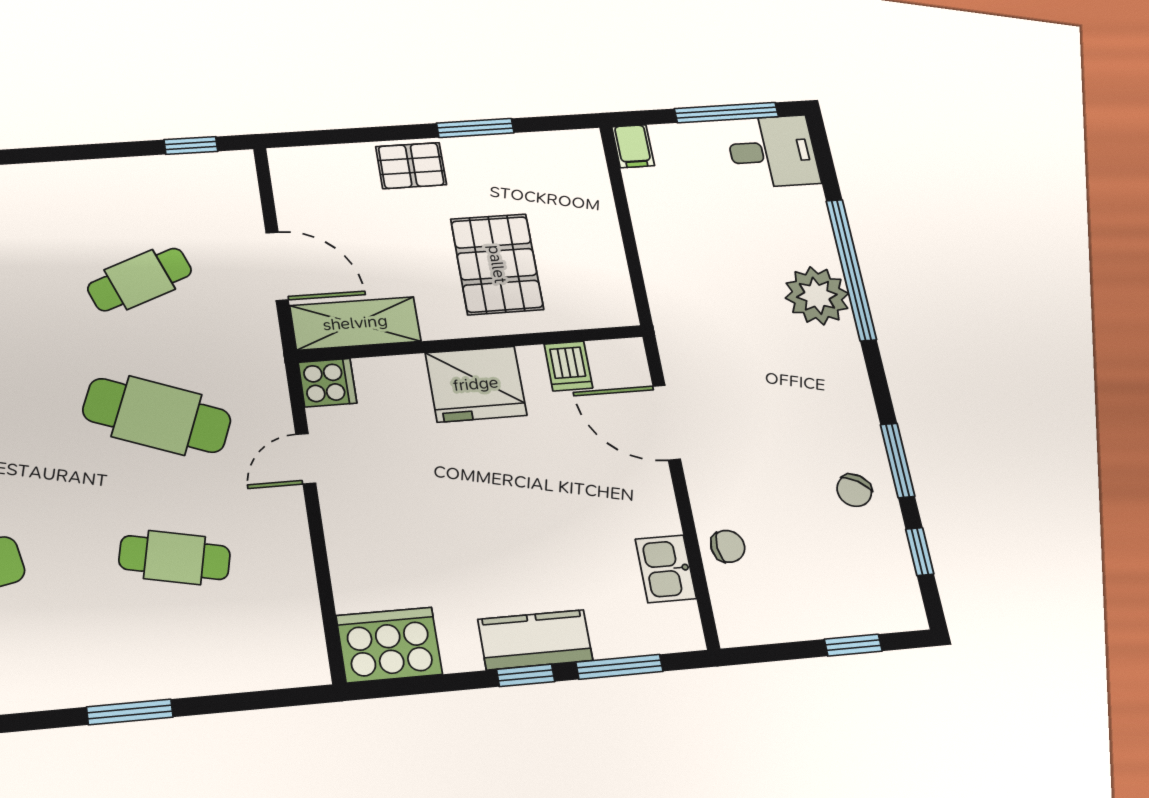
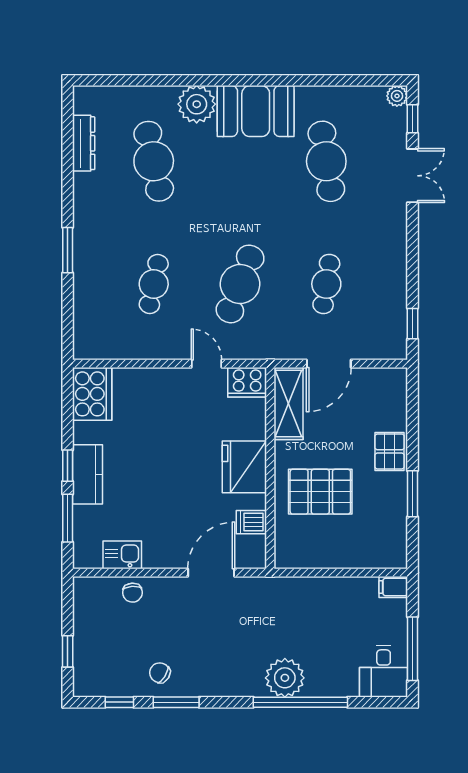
cafe table: (140, 279) -> (326, 284), turned 30
cooker: (327, 383) -> (247, 382), width x1.36

